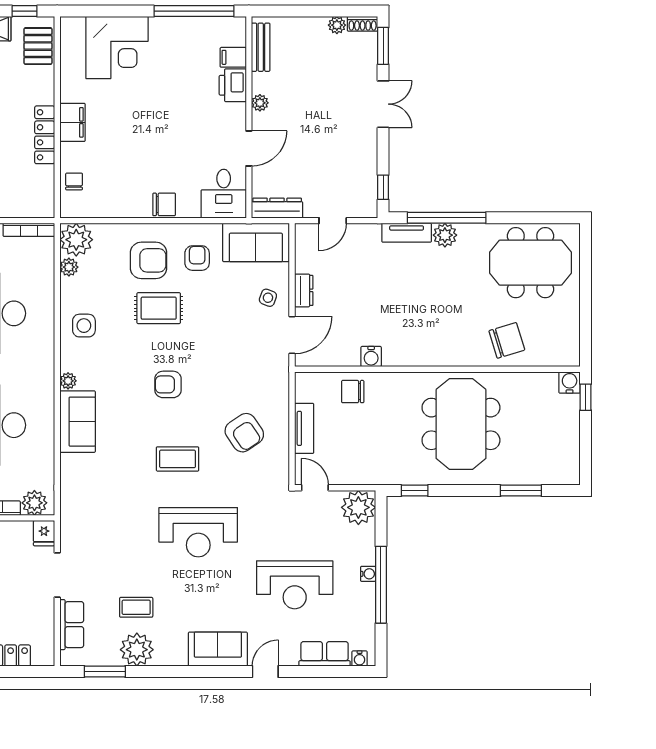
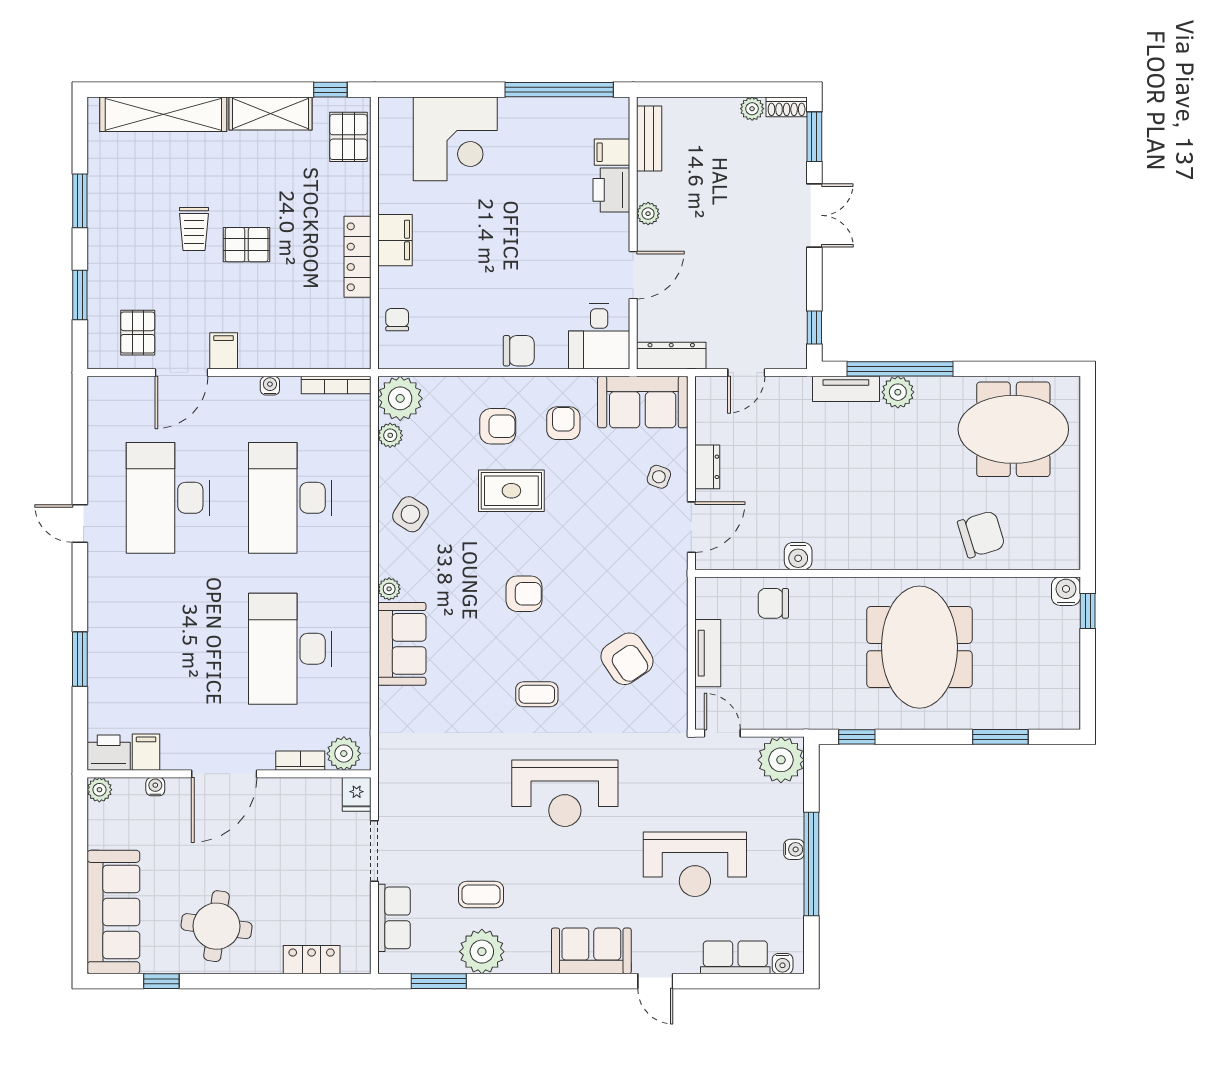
armchair: (149, 260) -> (498, 426), width x0.72, depth x0.72
side table: (84, 326) -> (410, 514), turned 33
armchair: (168, 384) -> (524, 594), turned 180
coffee table: (178, 459) -> (537, 694), width x0.73, depth x0.77
door: (265, 671) -> (655, 981), swing flipped

